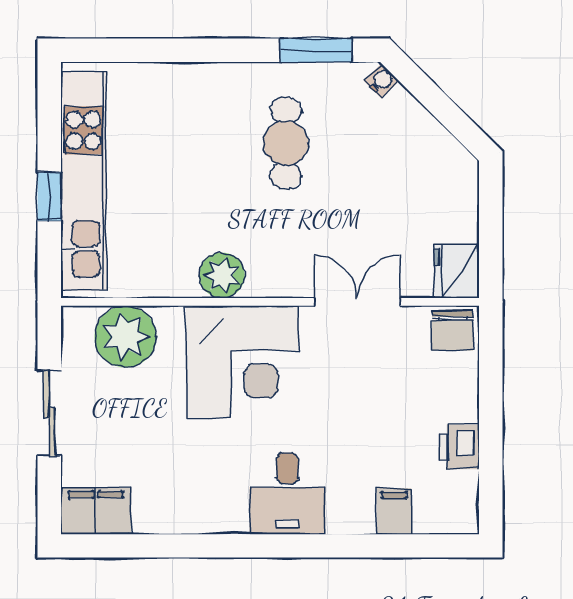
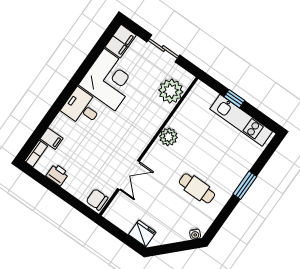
window: (316, 50) -> (245, 185), moved
kitchen unit: (84, 181) -> (241, 120), width x0.73
fridge: (456, 271) -> (142, 233), moved
corner desk: (242, 362) -> (109, 80), moved, turned 180
bookcase: (447, 521) -> (36, 153), added

